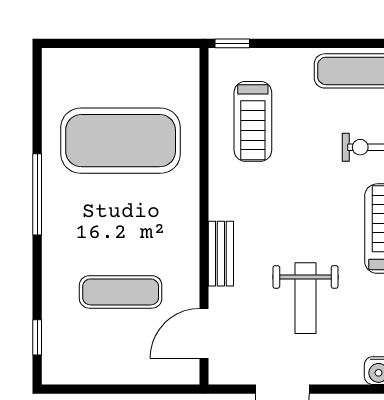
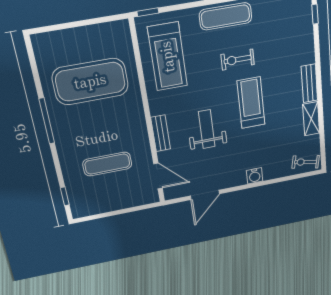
treadmill: (253, 121) -> (168, 57), width x1.37, depth x1.38
weight bench: (305, 298) -> (207, 129), moved, turned 180
door: (204, 333) -> (158, 176), swing flipped

